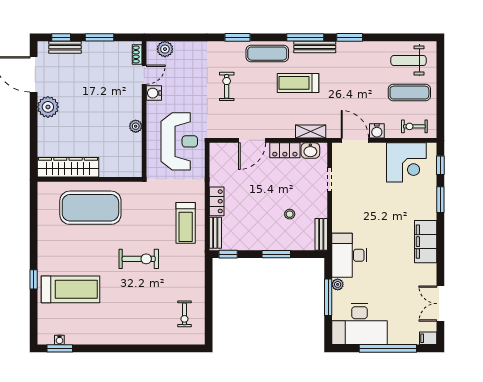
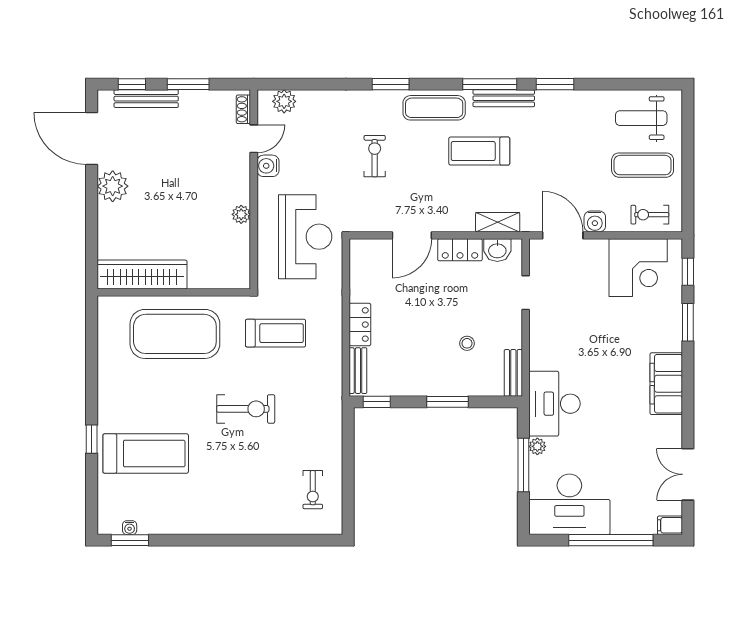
bench: (65, 47) -> (146, 99), width x1.36
treadmill: (186, 223) -> (276, 333), moved, turned -90

